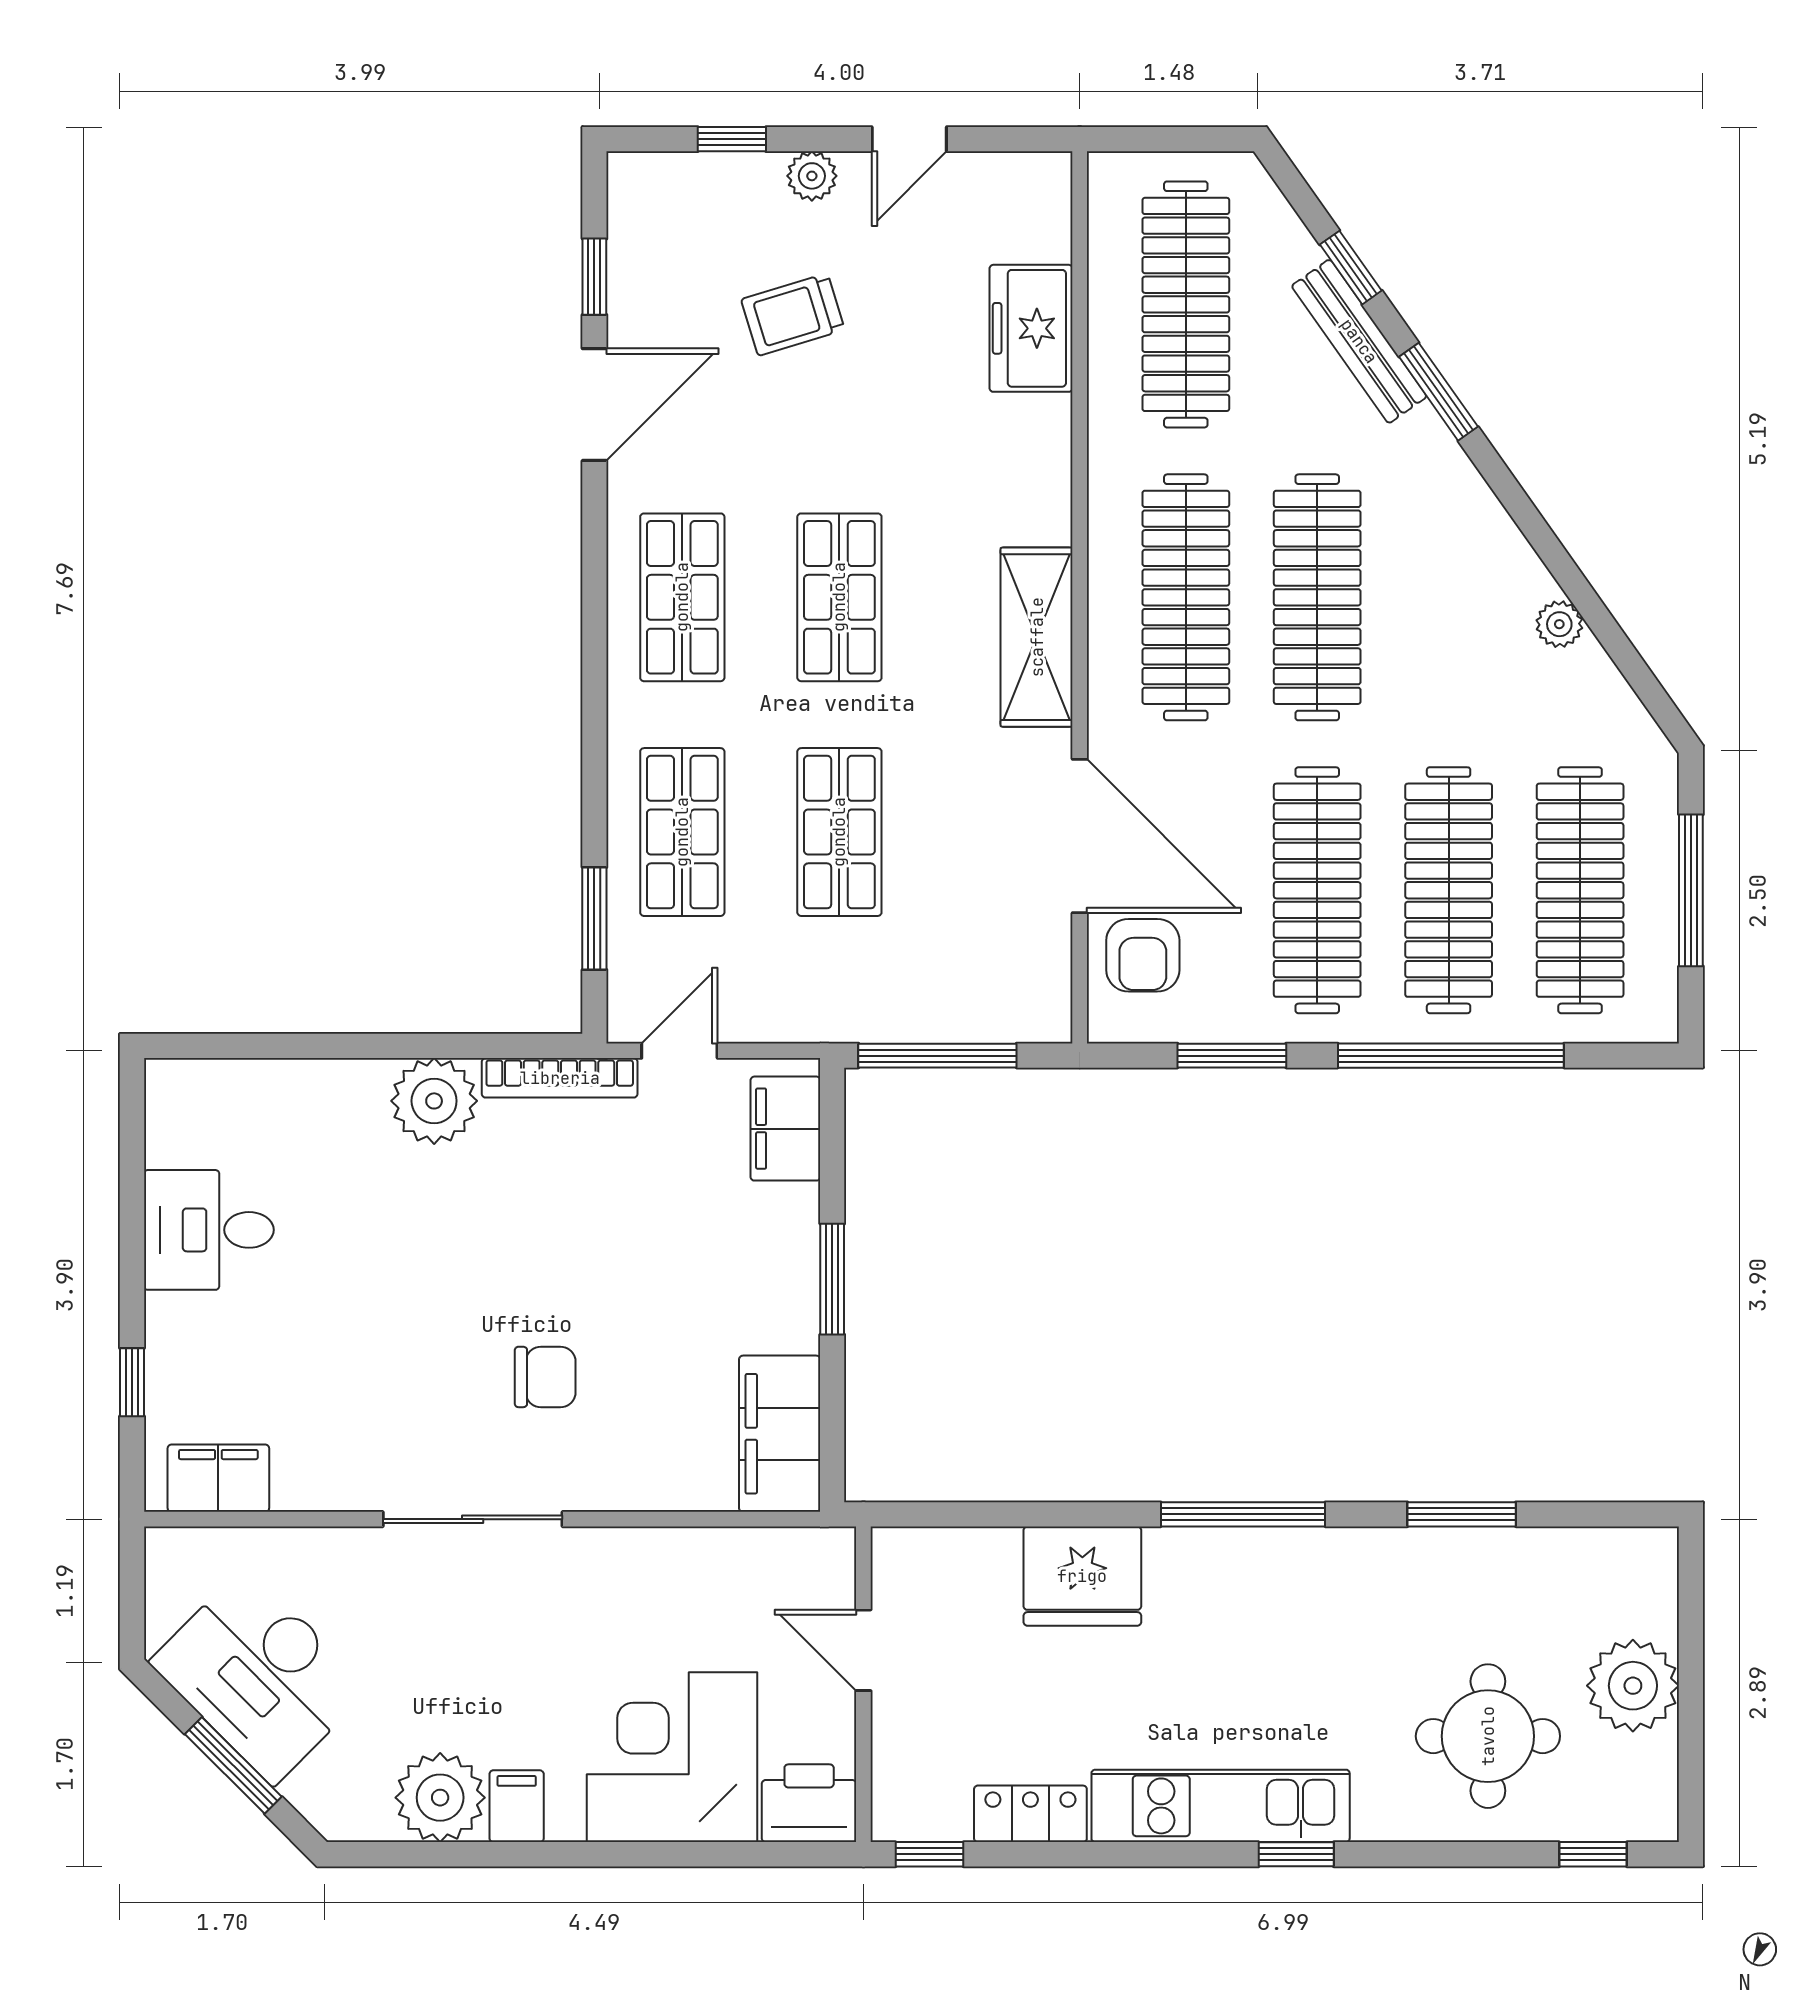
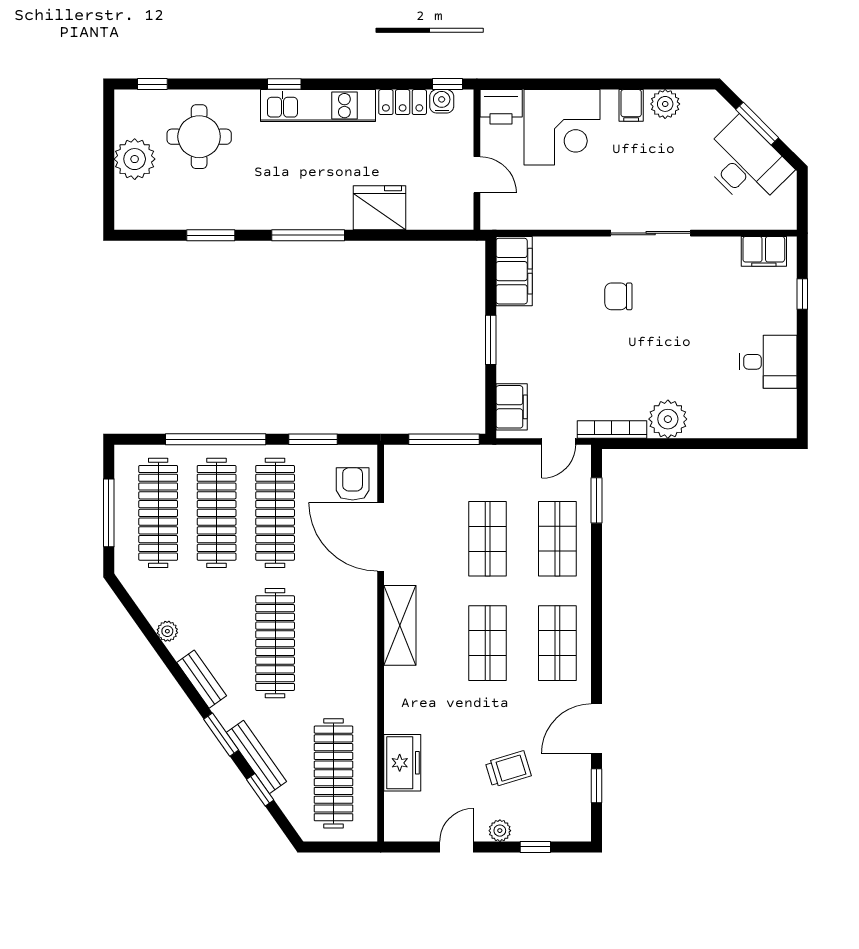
bench: (1482, 516) -> (202, 679), added
clothes rail: (1186, 597) -> (333, 643), removed
plant: (440, 1798) -> (665, 104), width x0.73, depth x0.73
water cooler: (943, 1815) -> (442, 101), added

